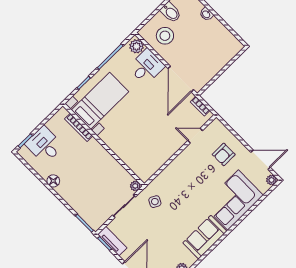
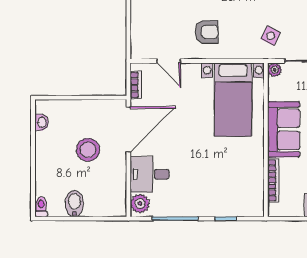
washbasin: (206, 14) -> (42, 122), moved
stool: (165, 36) -> (88, 150), moved
bed with nightstands: (100, 101) -> (233, 100), moved, turned -90
armchair: (224, 154) -> (207, 32), moved
sofa: (100, 159) -> (284, 129), added

